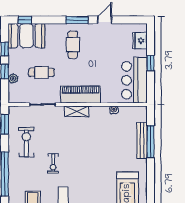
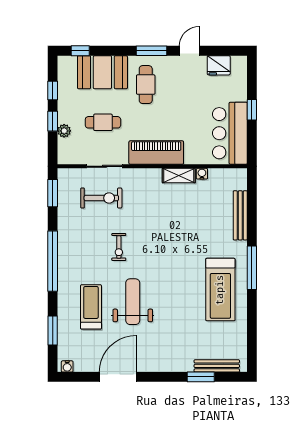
booth: (26, 36) -> (102, 72), moved
fridge: (140, 41) -> (219, 65), moved, turned -90
shelving: (77, 111) -> (179, 176), moved
exercise bike: (26, 142) -> (101, 198), moved, turned 90
window: (151, 142) -> (252, 268), moved

